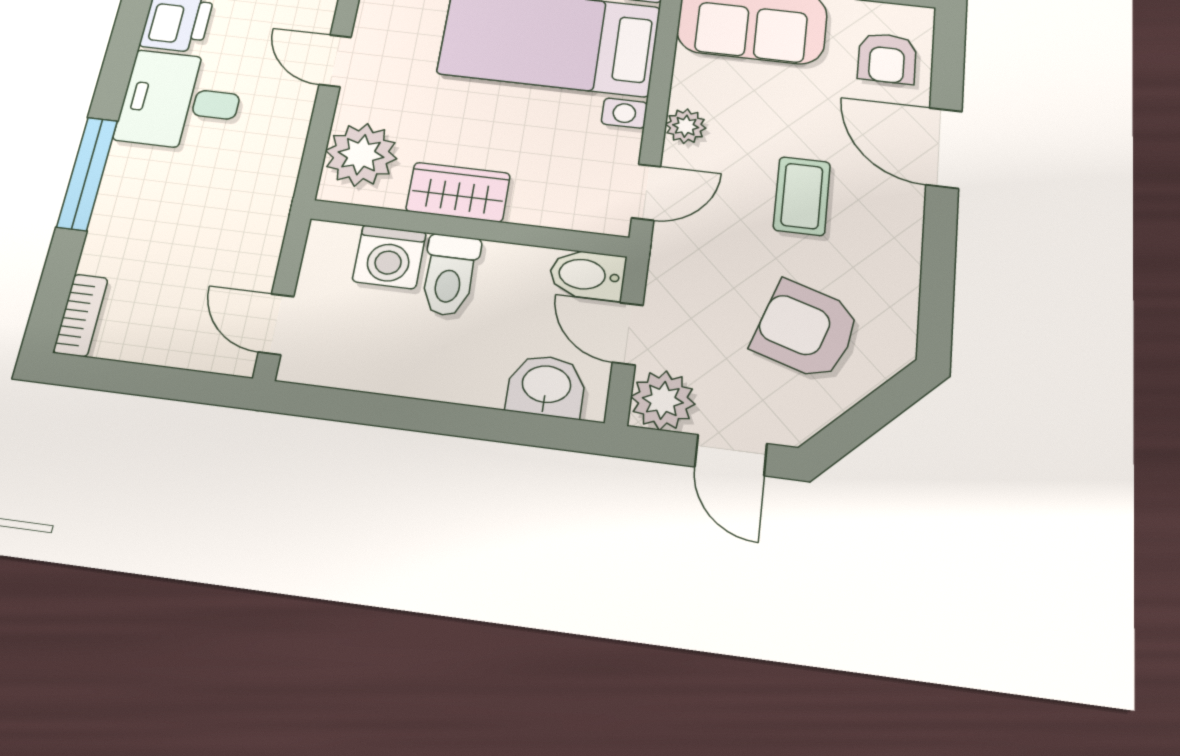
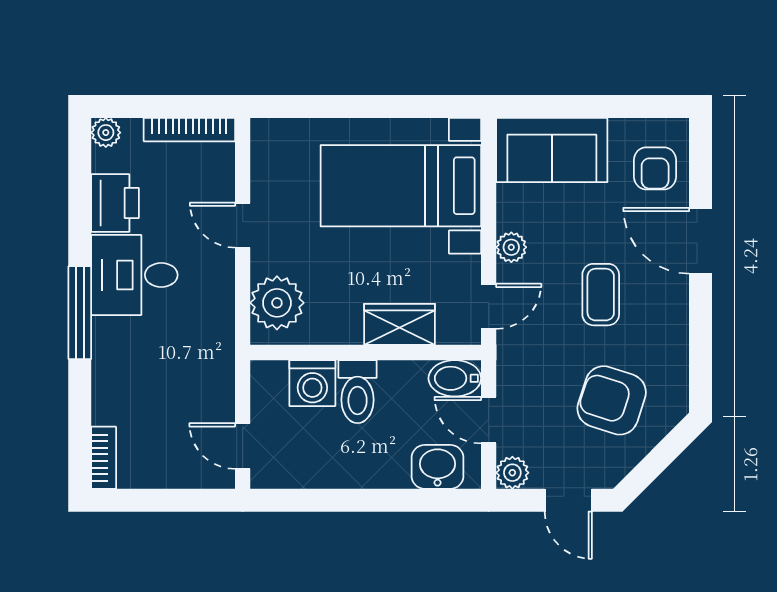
window: (87, 173) -> (80, 313), moved
wardrobe: (458, 192) -> (399, 324), moved
plant: (663, 400) -> (512, 473), width x0.73, depth x0.73

